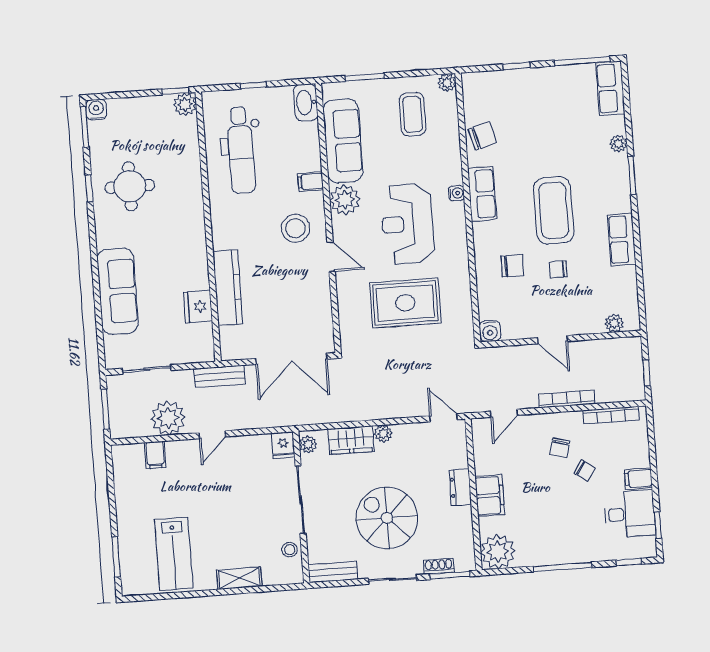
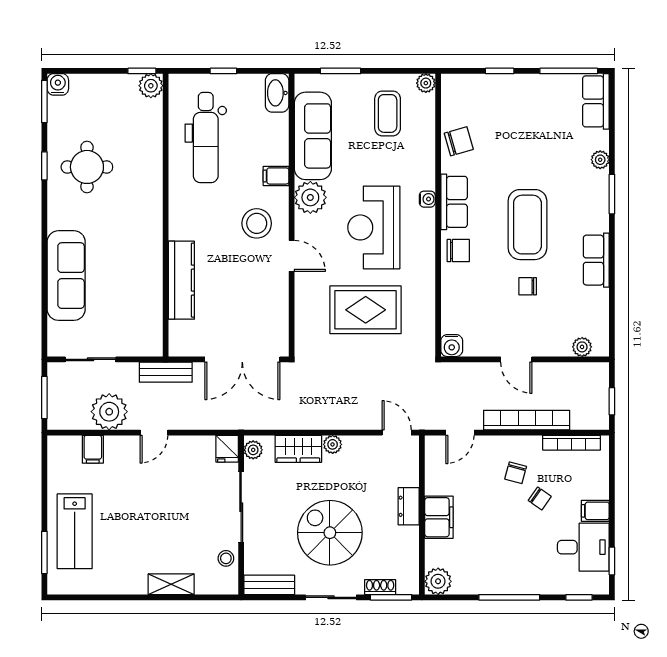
chair: (512, 266) -> (458, 251), moved
fridge: (198, 306) -> (149, 298), removed
bookcase: (567, 399) -> (527, 420), width x1.48, depth x1.31
plant: (498, 552) -> (438, 581), width x0.73, depth x0.73
lab bench: (174, 554) -> (75, 531), moved

